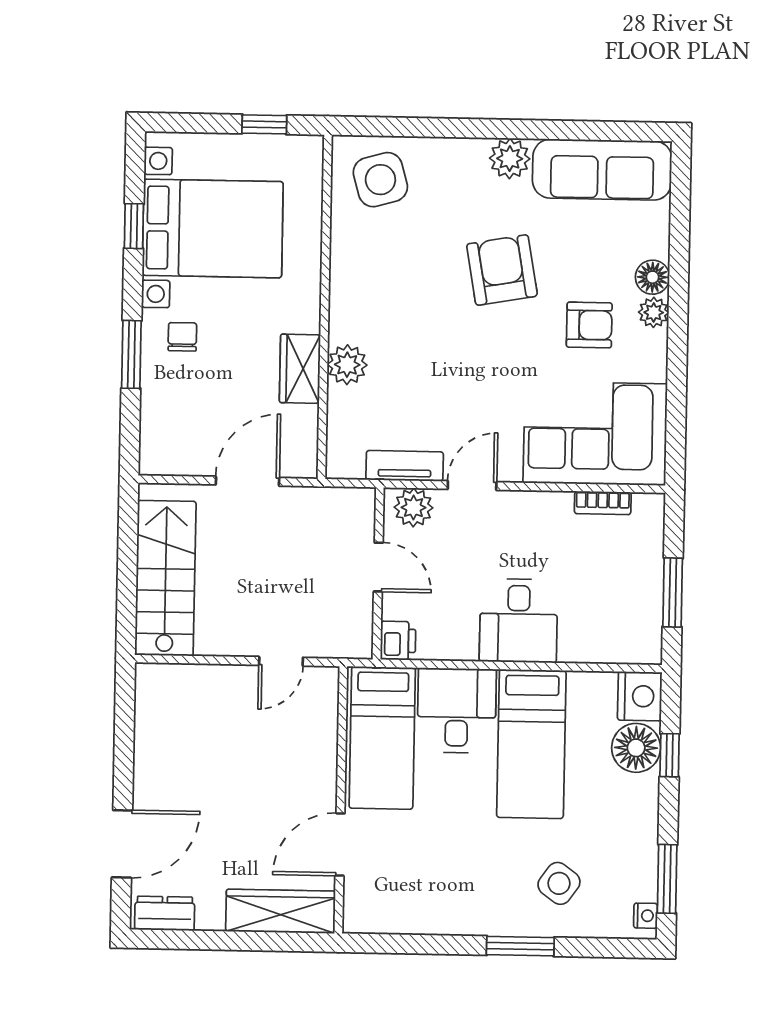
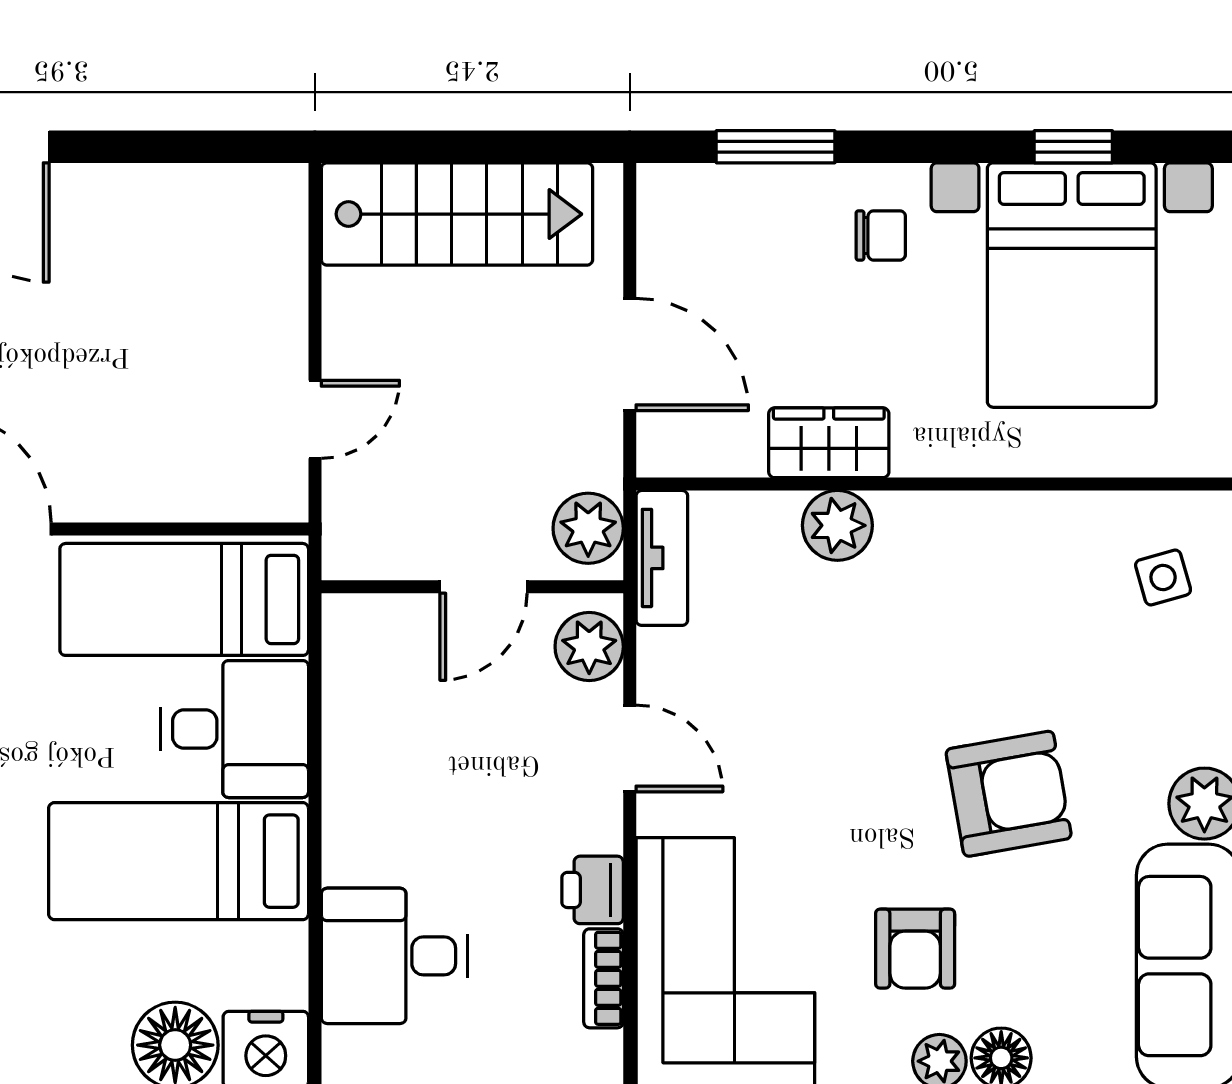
side table: (380, 180) -> (1163, 577), width x0.54, depth x0.54
window: (131, 354) -> (776, 147), moved
tv unit: (405, 466) -> (662, 558), moved
plant: (346, 507) -> (588, 528), added
desk: (519, 621) -> (394, 956), moved
printer: (398, 641) -> (593, 890), moved, turned 90
door: (281, 661) -> (315, 419), swing flipped

